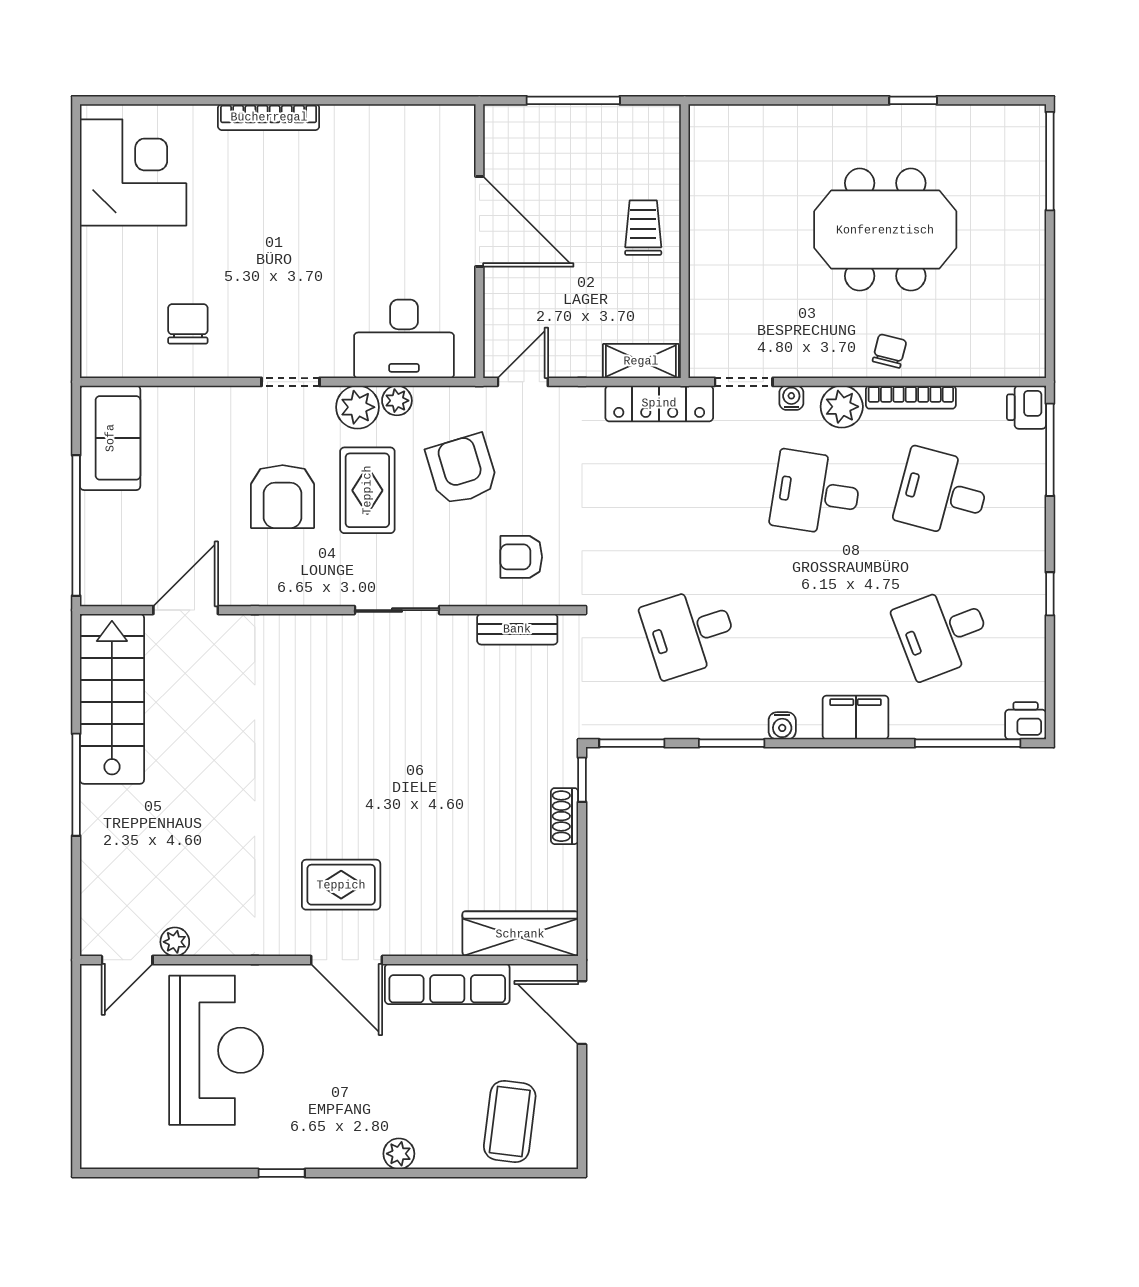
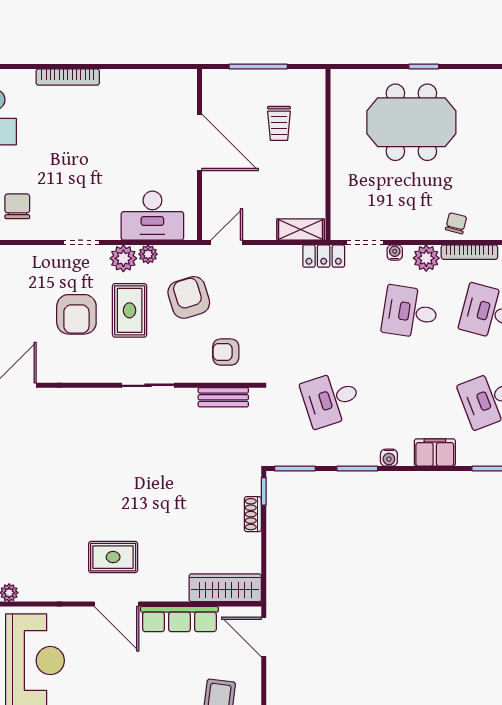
window: (913, 100) -> (424, 67), moved
trolley: (643, 228) -> (279, 123), moved, turned 180
meeting table: (885, 230) -> (411, 122), moved
locker: (659, 403) -> (324, 256), width x0.66

